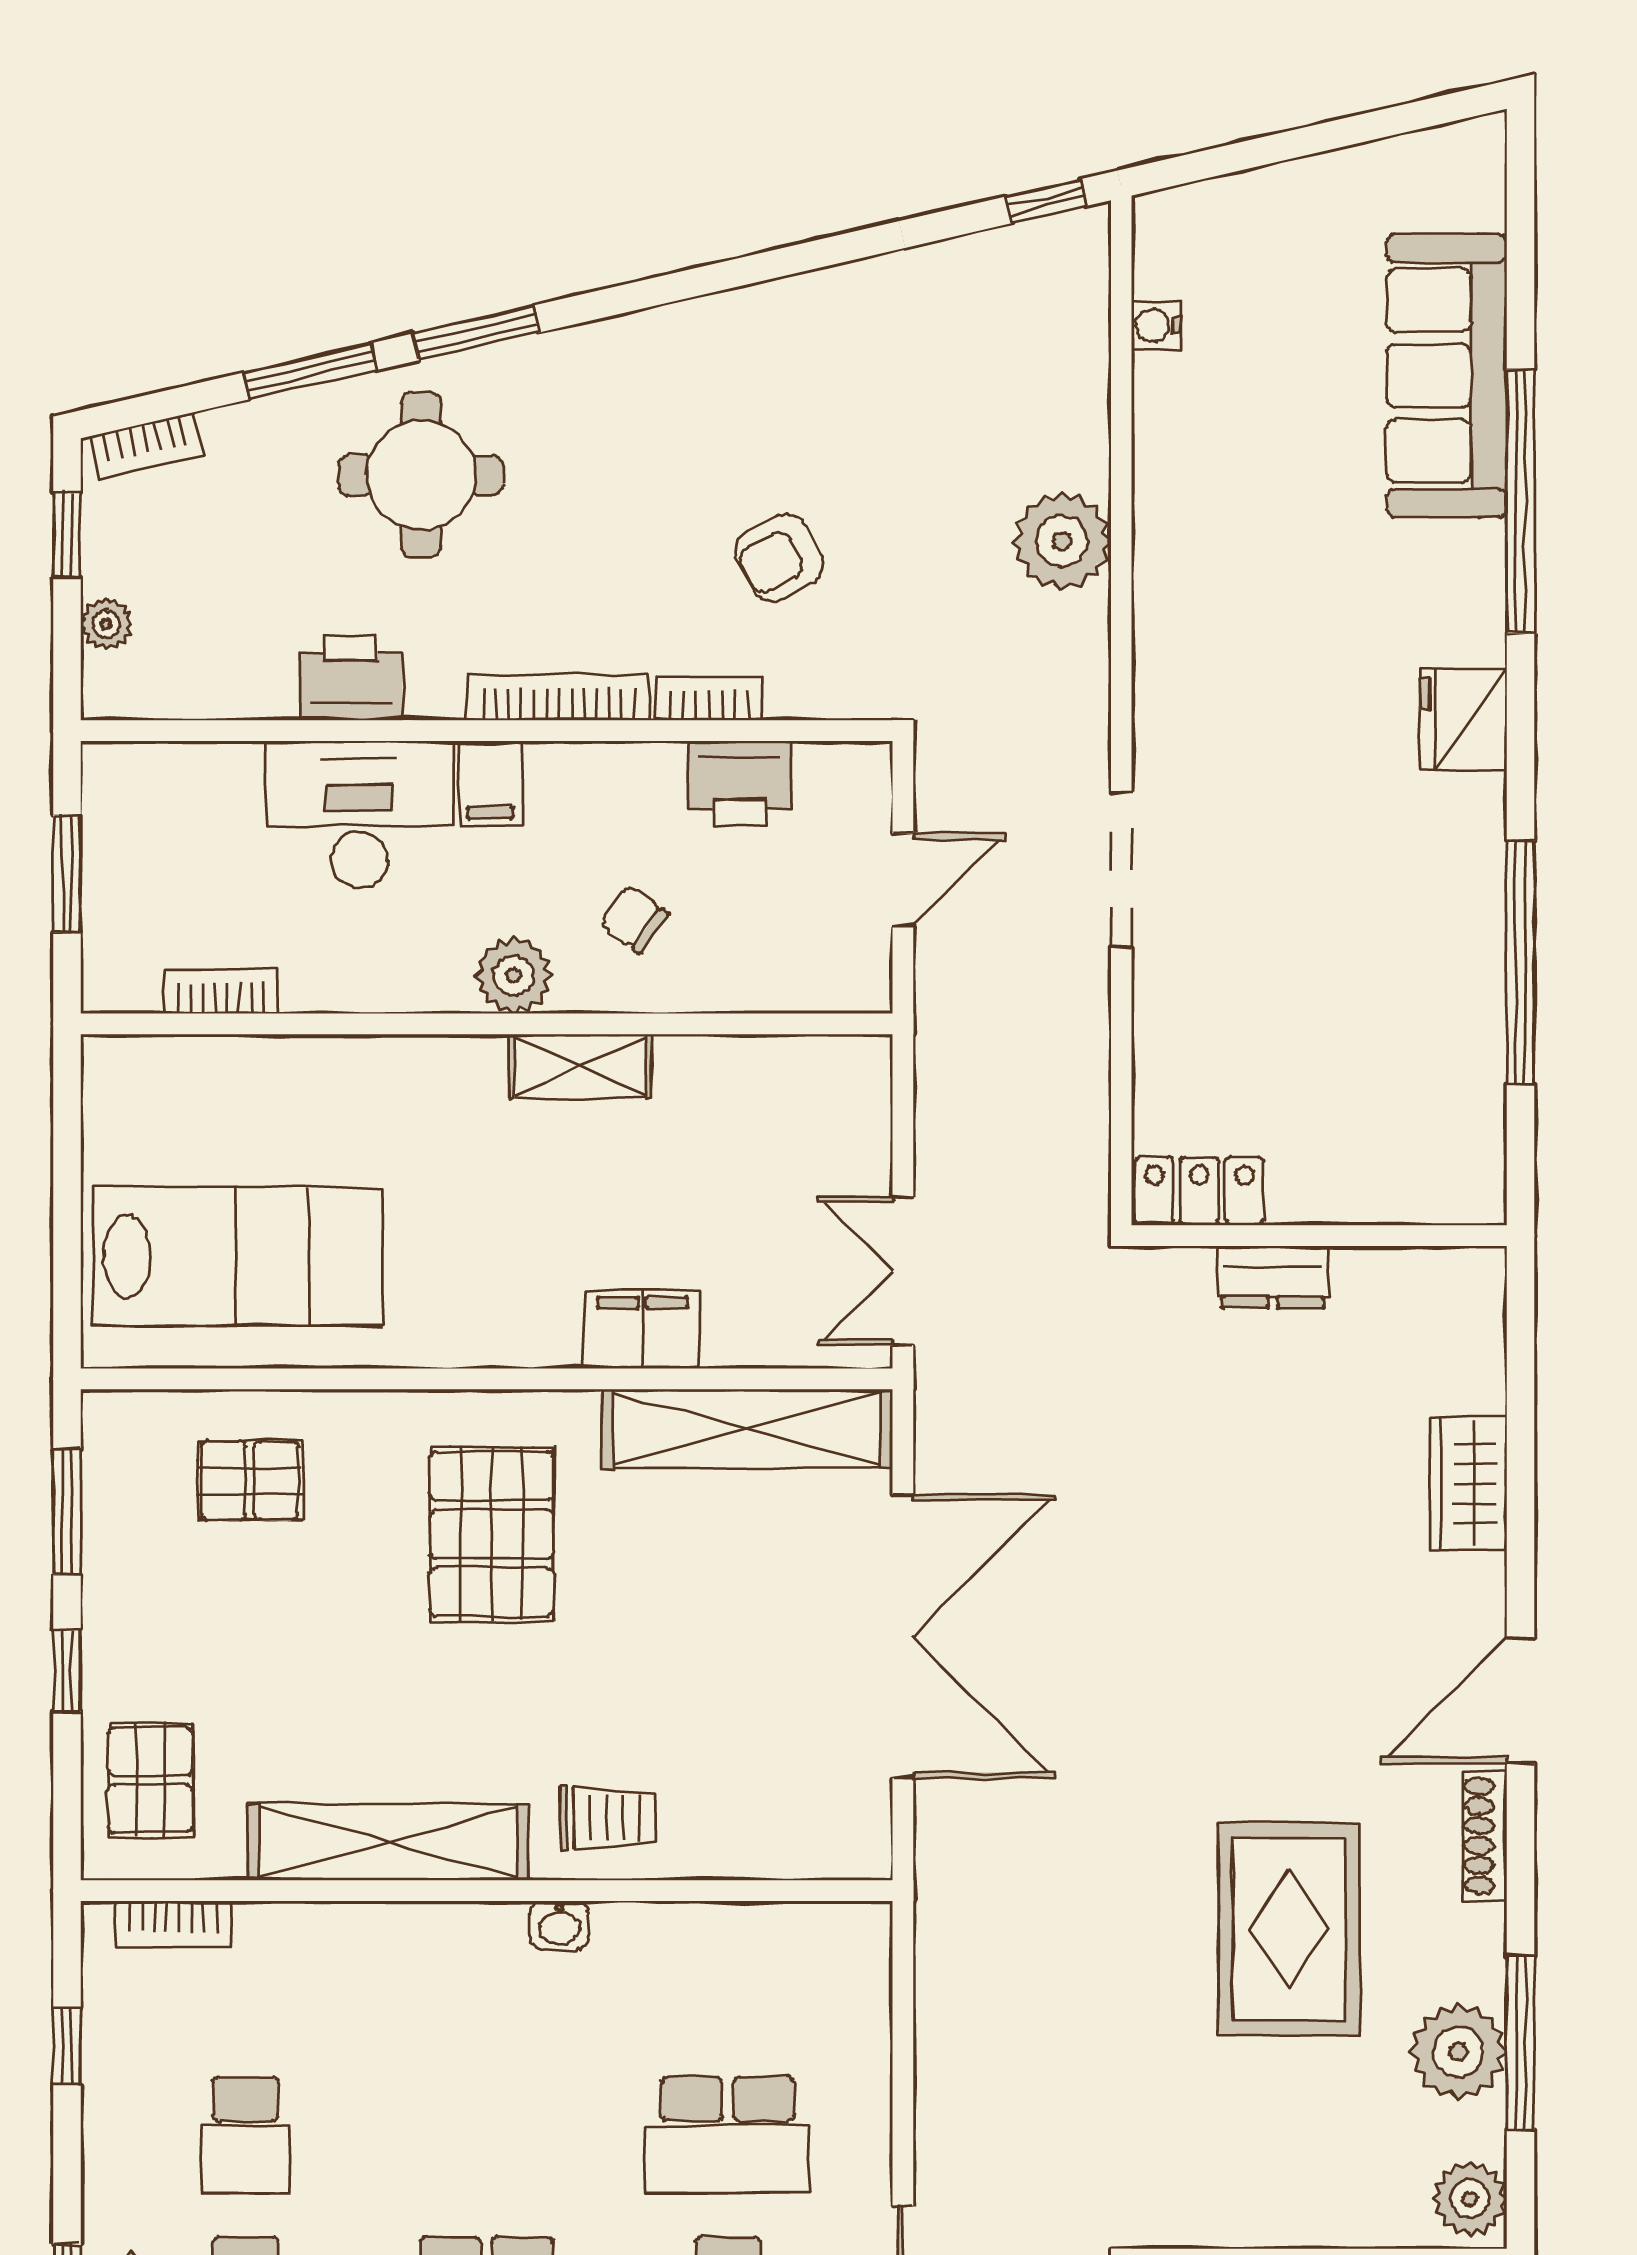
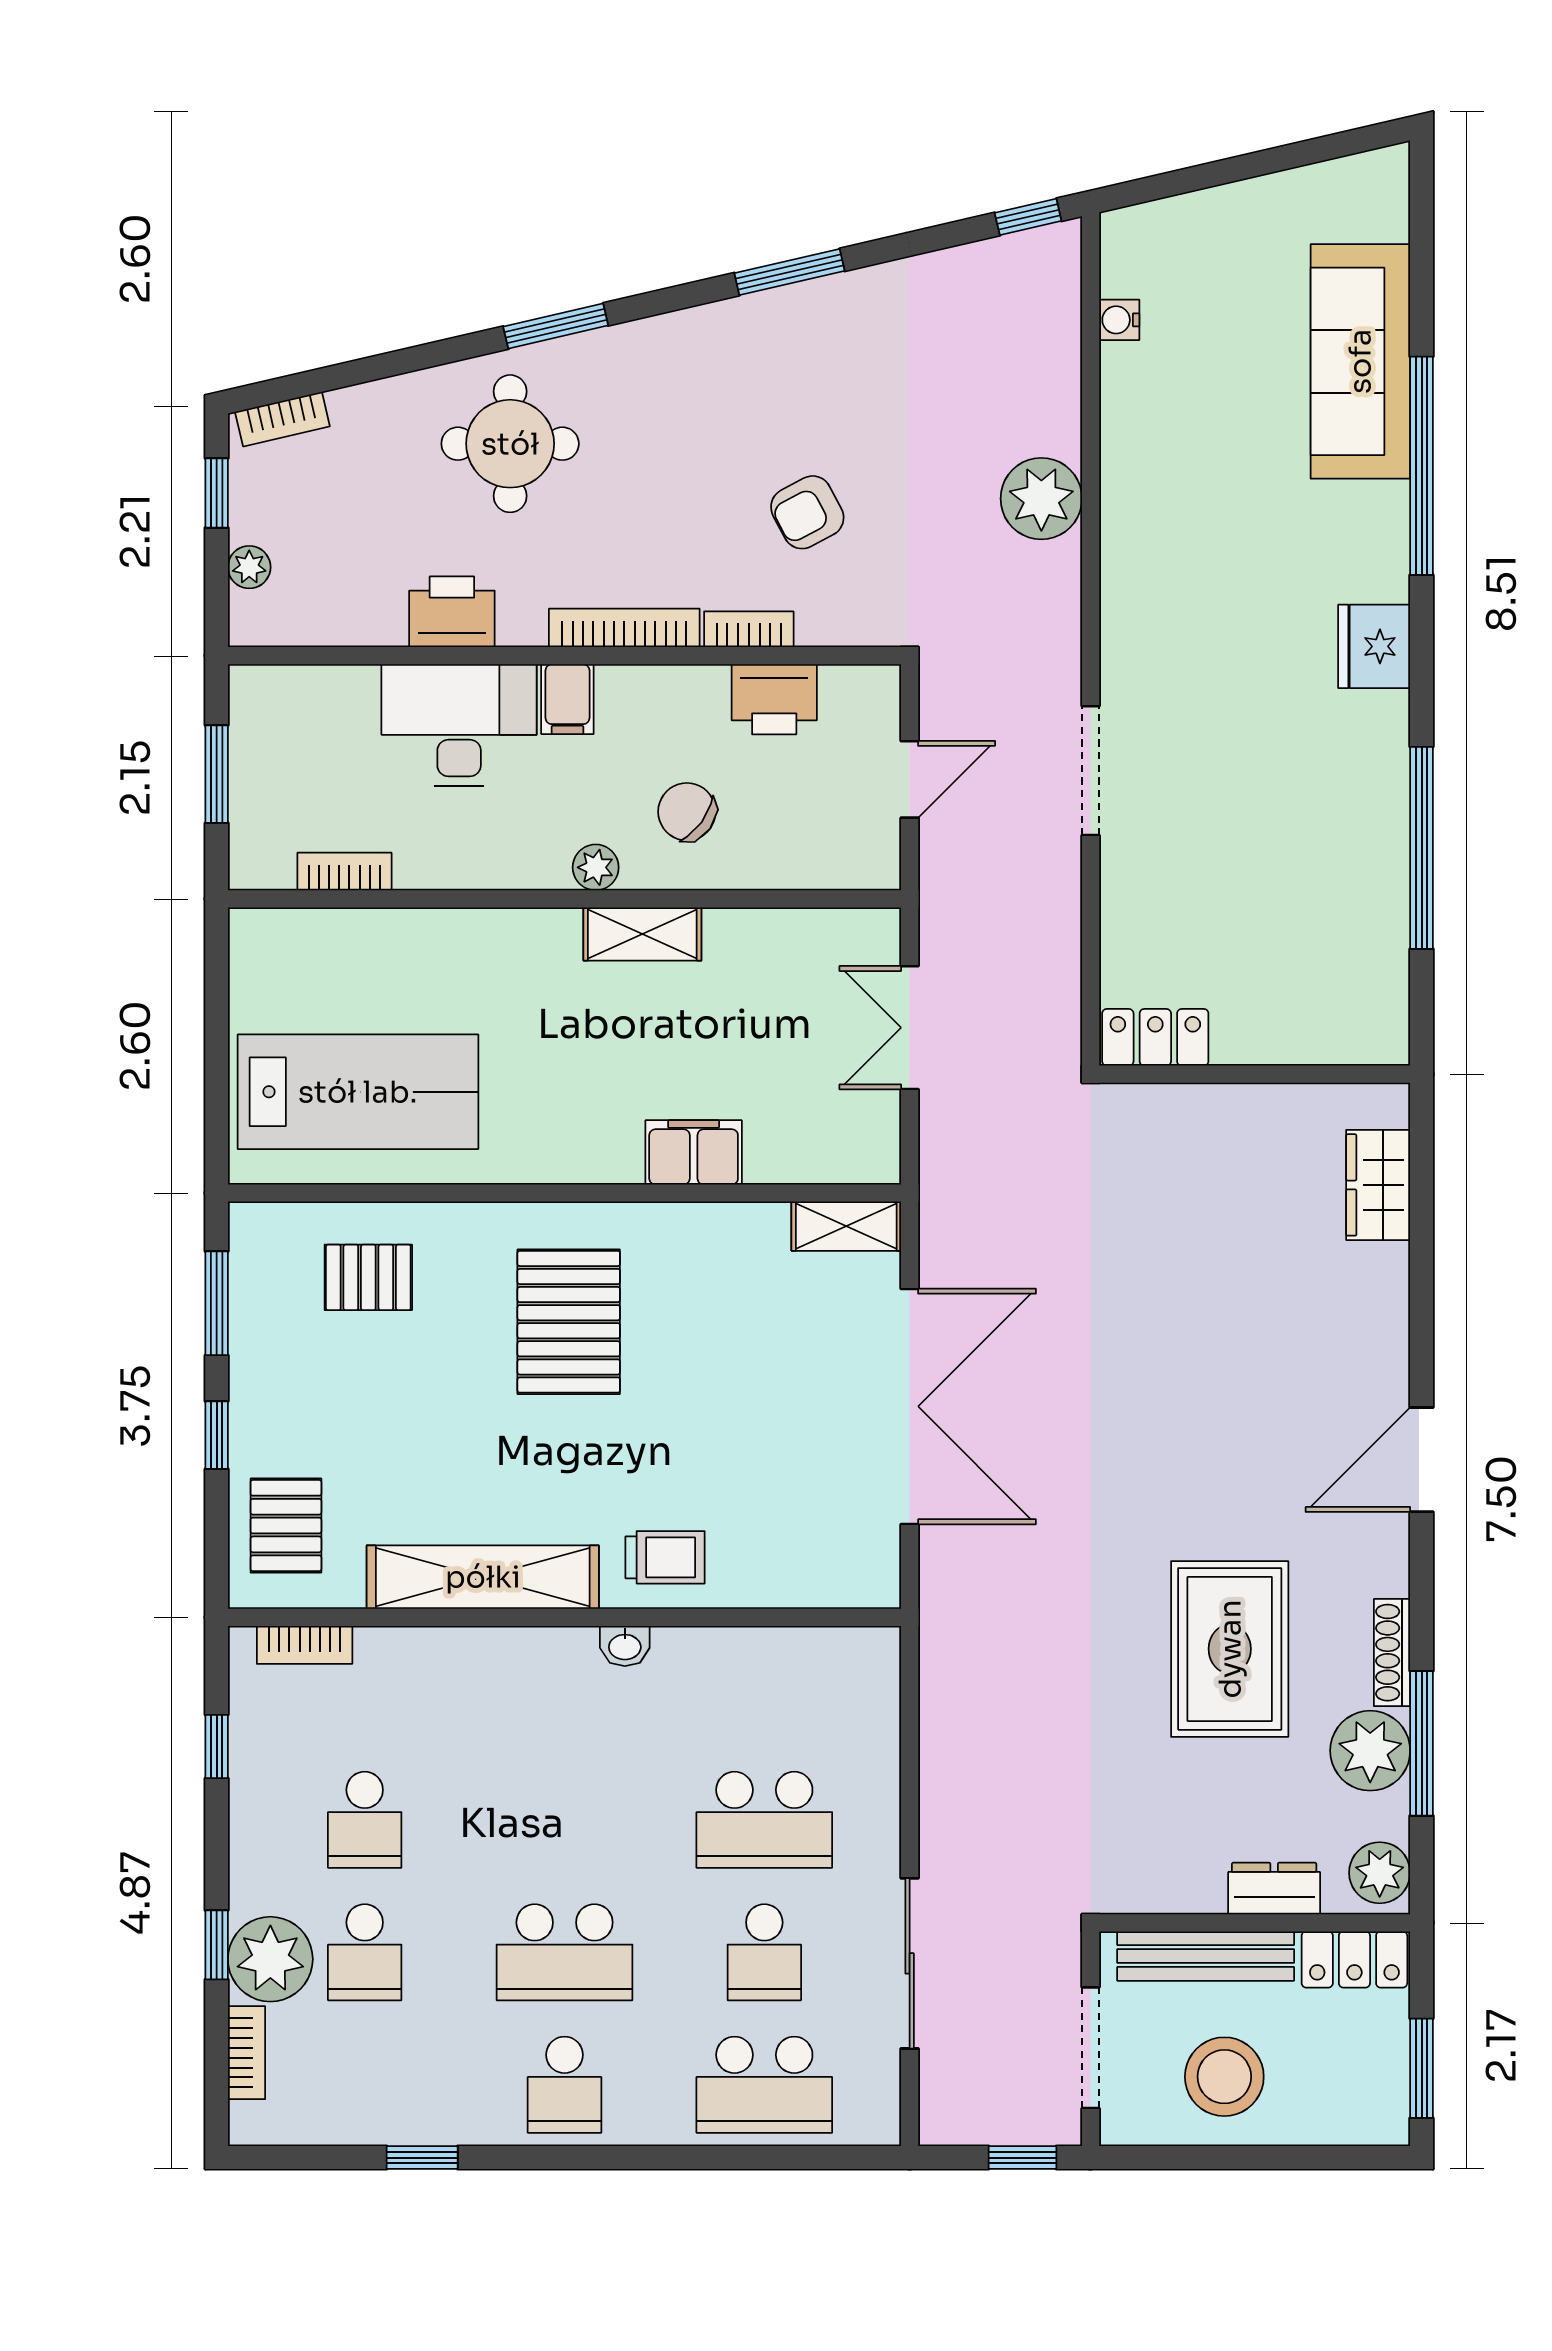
window: (310, 371) -> (790, 272), moved
chair: (634, 919) -> (687, 812), width x1.37, depth x1.37
plant: (514, 976) -> (596, 867), width x0.73, depth x0.73
double door: (903, 1271) -> (910, 1028), moved
dresser: (1273, 1277) -> (1274, 1888), moved, turned 180
shelving: (747, 1429) -> (846, 1226), width x0.45, depth x0.75
wardrobe: (1468, 1484) -> (1378, 1185), moved
shoe rack: (1485, 1836) -> (1392, 1653), moved

